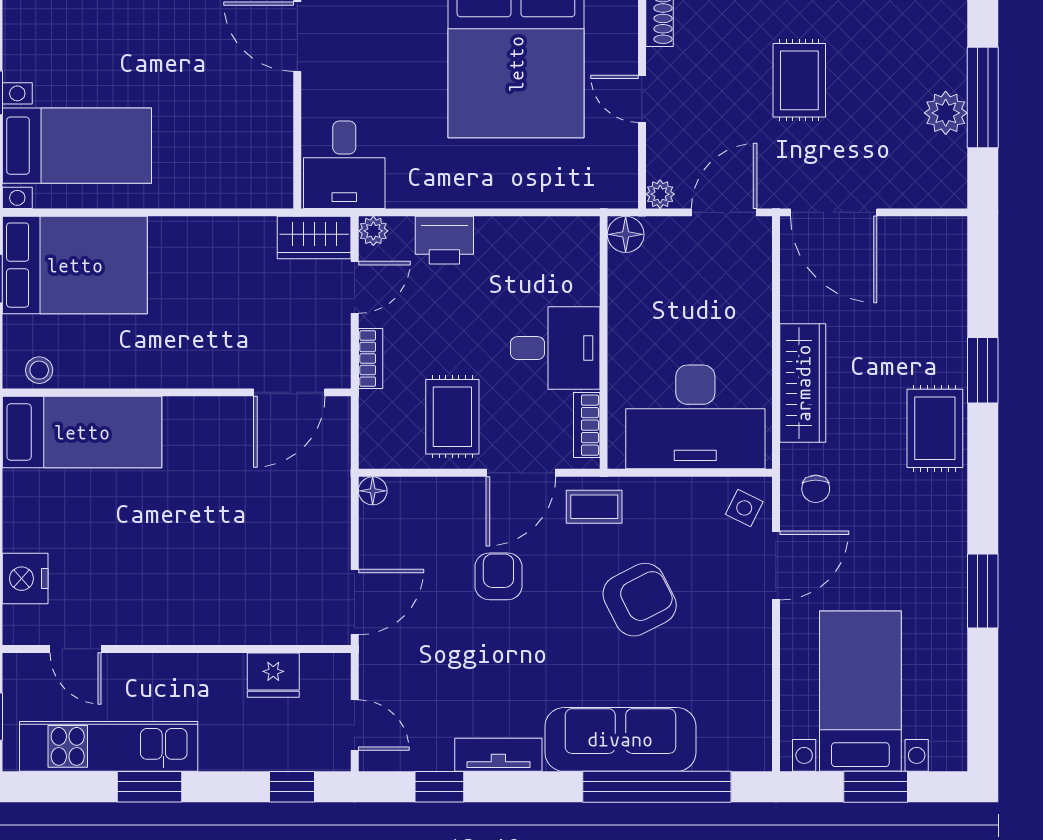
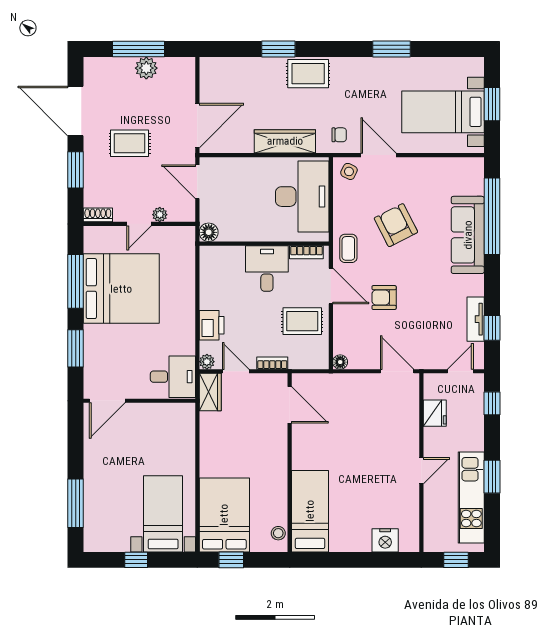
plant: (660, 194) -> (160, 215), moved
door: (76, 649) -> (421, 471), moved
tv unit: (498, 755) -> (476, 319), moved

